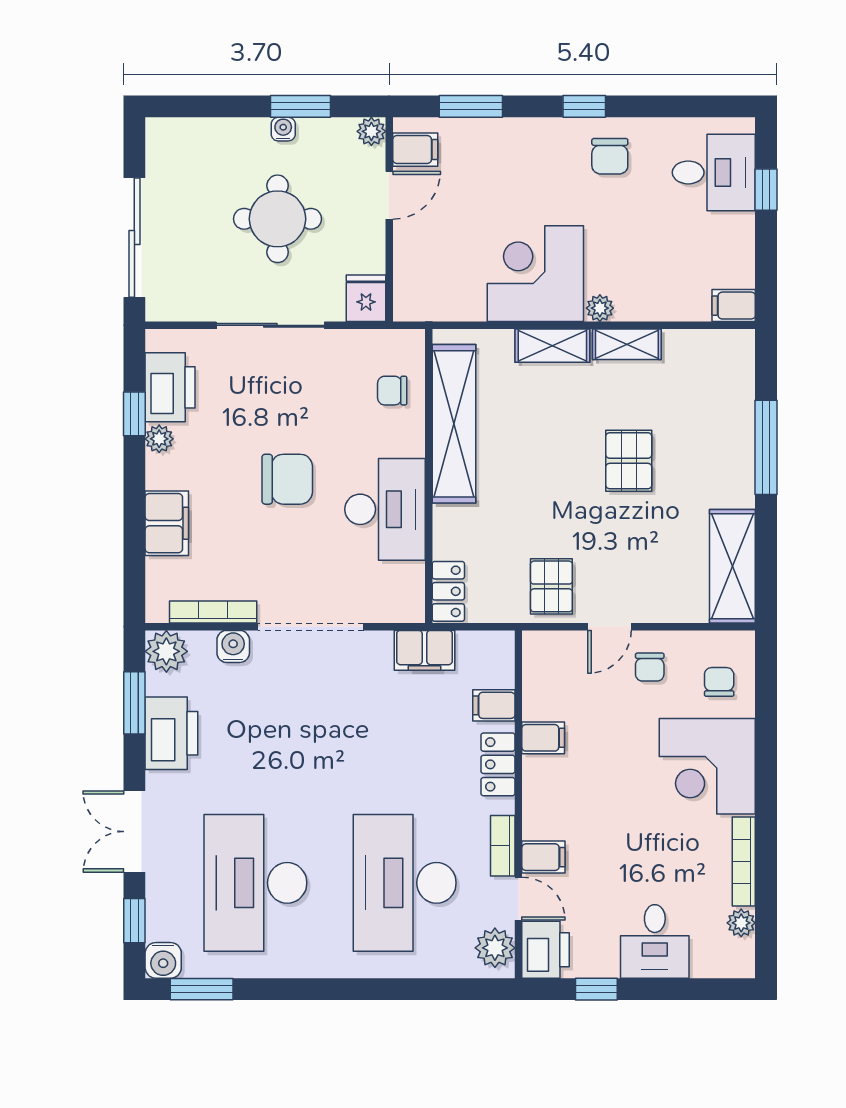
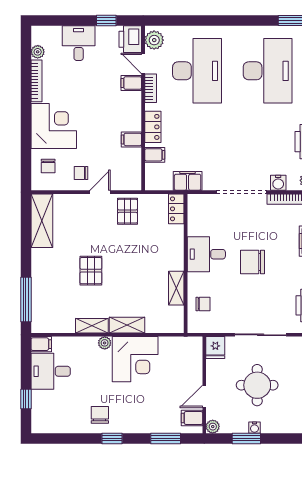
desk: (714, 172) -> (51, 371), moved
shelving: (454, 424) -> (176, 288), width x0.45, depth x0.75
window: (766, 447) -> (26, 300), moved
desk: (385, 509) -> (206, 254), width x0.73
chair: (650, 667) -> (81, 173), turned -90

